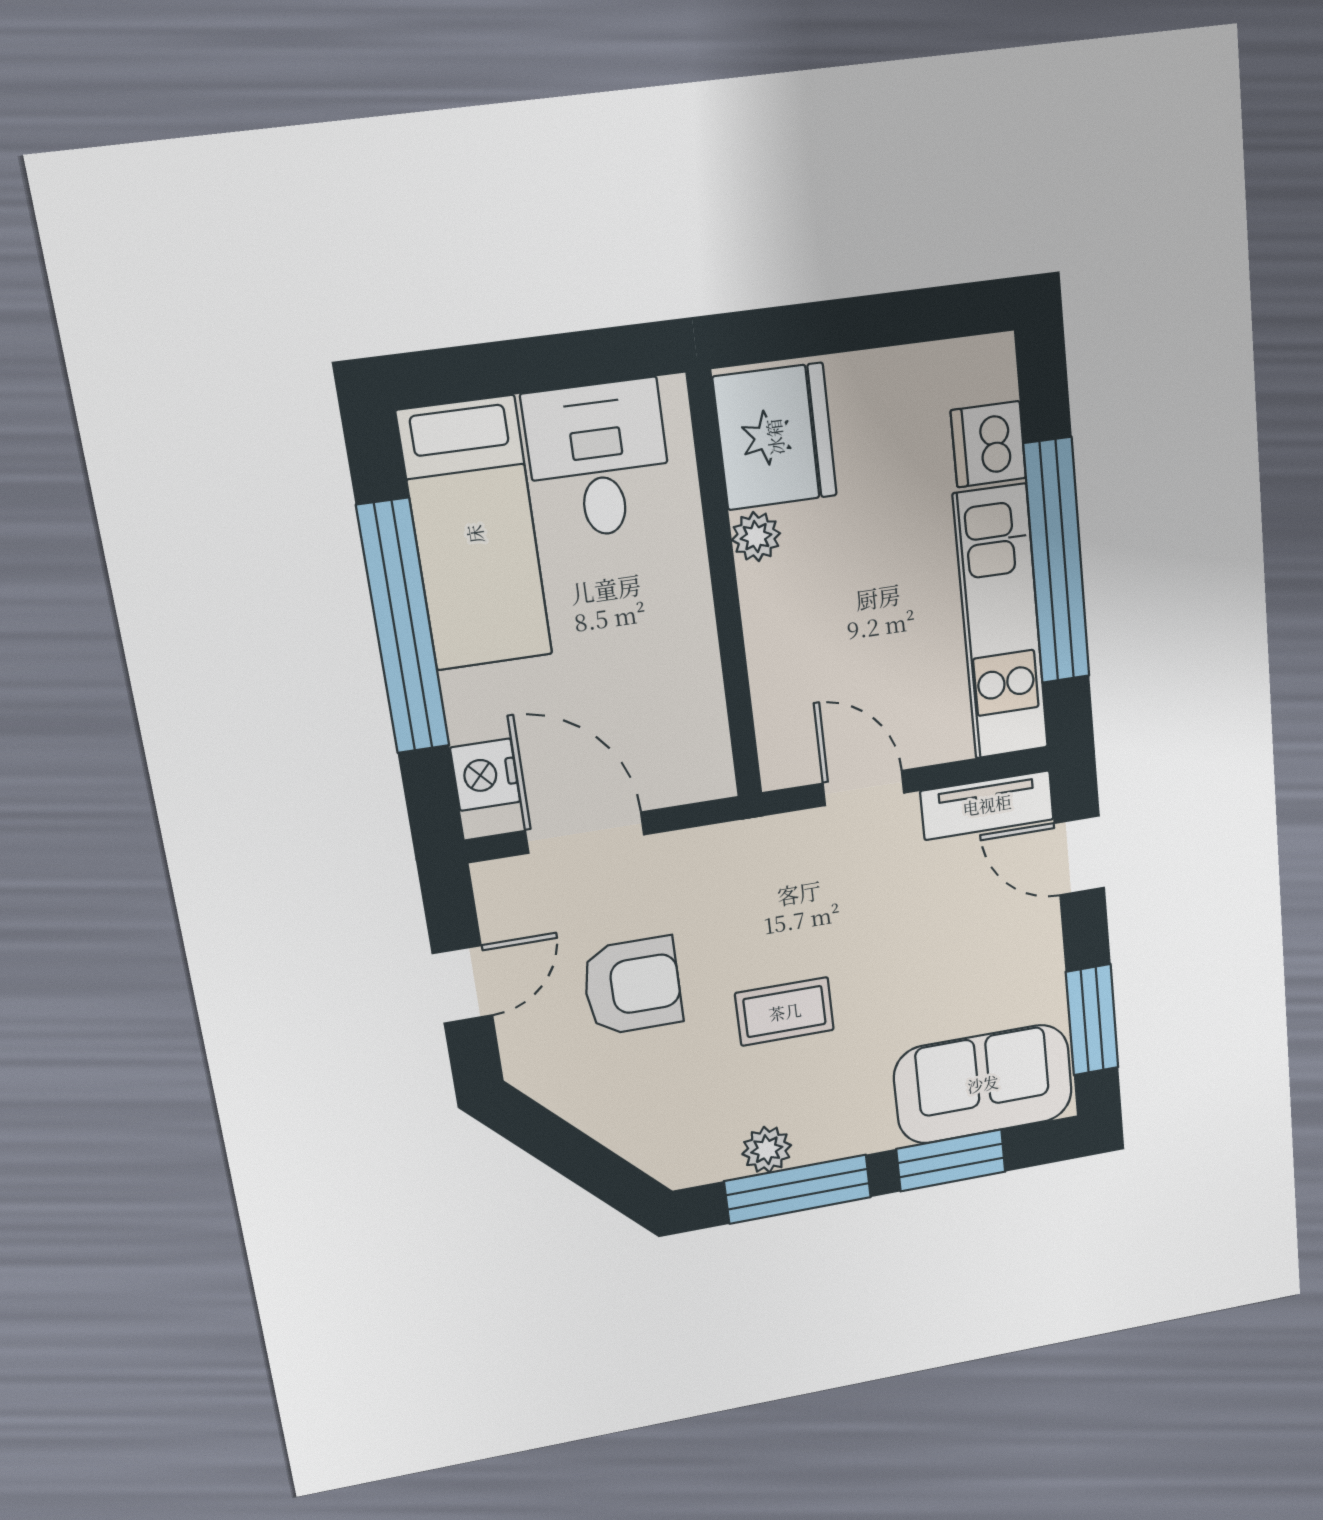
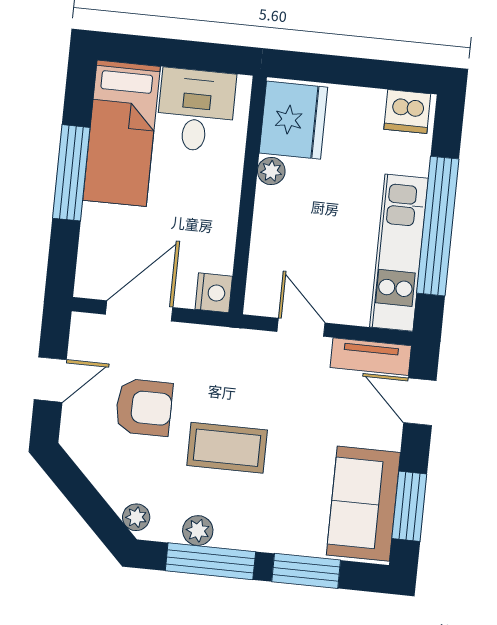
dishwasher: (988, 444) -> (407, 112), moved, turned -90
window: (403, 627) -> (71, 173), width x0.68
nightstand: (485, 775) -> (214, 293), moved, turned 180
door: (585, 833) -> (139, 311), hinge flipped
coffee table: (785, 1012) -> (227, 448), width x1.36, depth x1.30
sofa: (983, 1084) -> (363, 504), moved, turned -90
plant: (663, 1158) -> (136, 517), added

